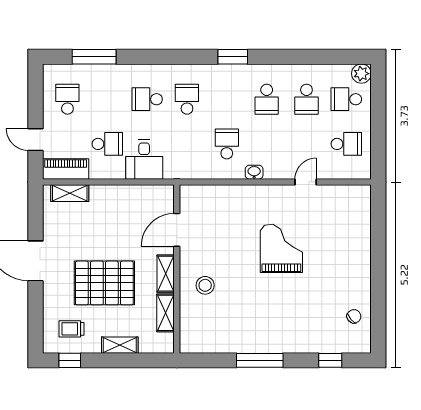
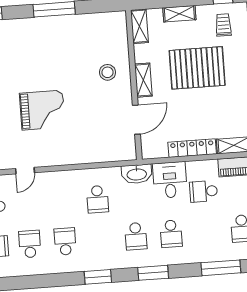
window: (170, 57) -> (153, 273), added
school desk: (147, 99) -> (171, 234), turned 90
washbasin: (254, 172) -> (137, 174), moved, width x1.91, depth x1.45
locker: (117, 193) -> (192, 148), added
grand piano: (281, 248) -> (42, 110), turned -90
shelving: (165, 313) -> (140, 26), moved
trolley: (71, 329) -> (223, 25), turned -90

